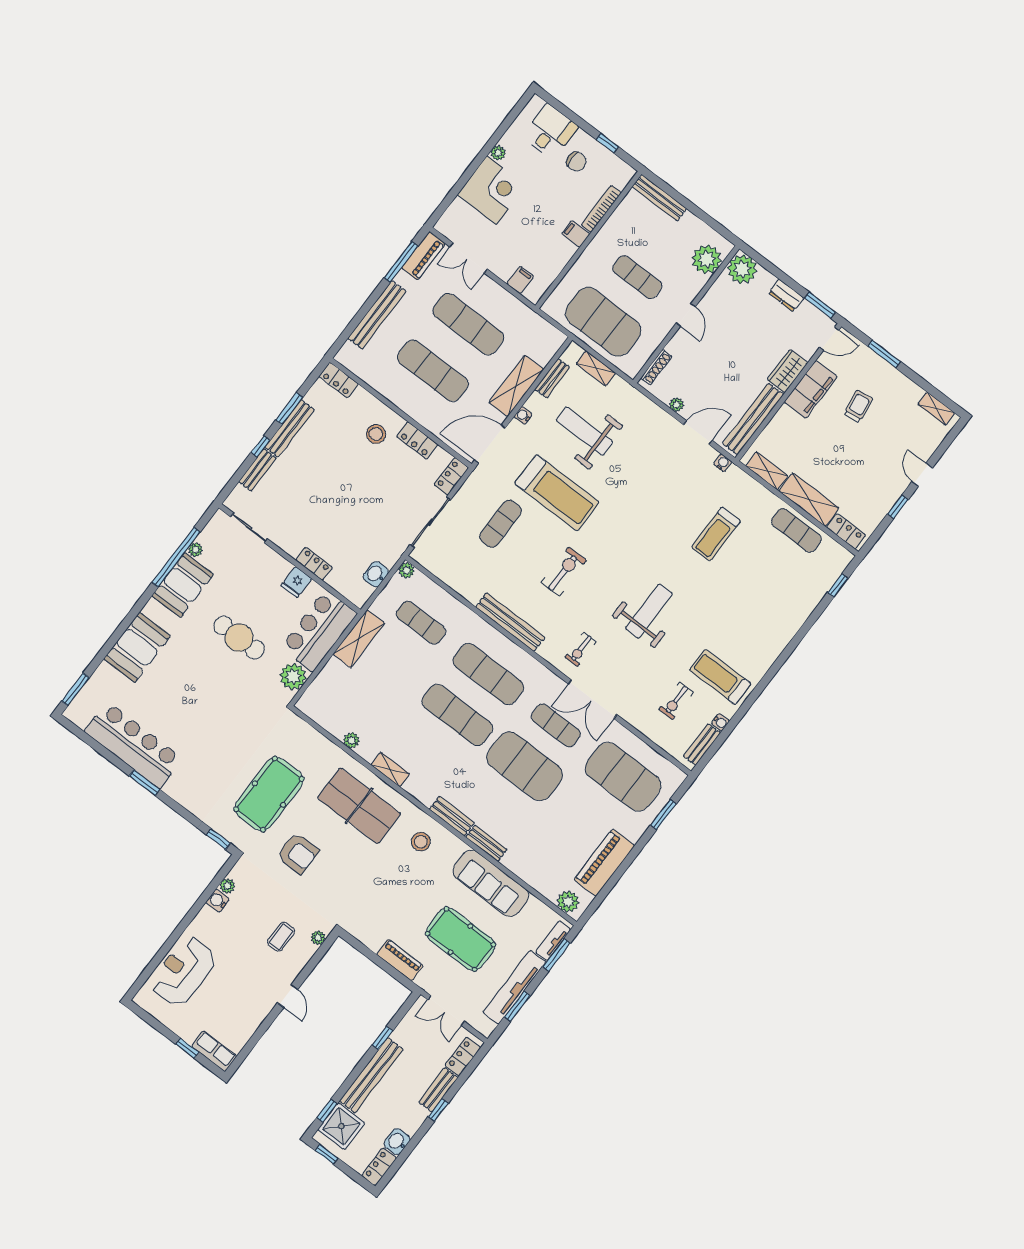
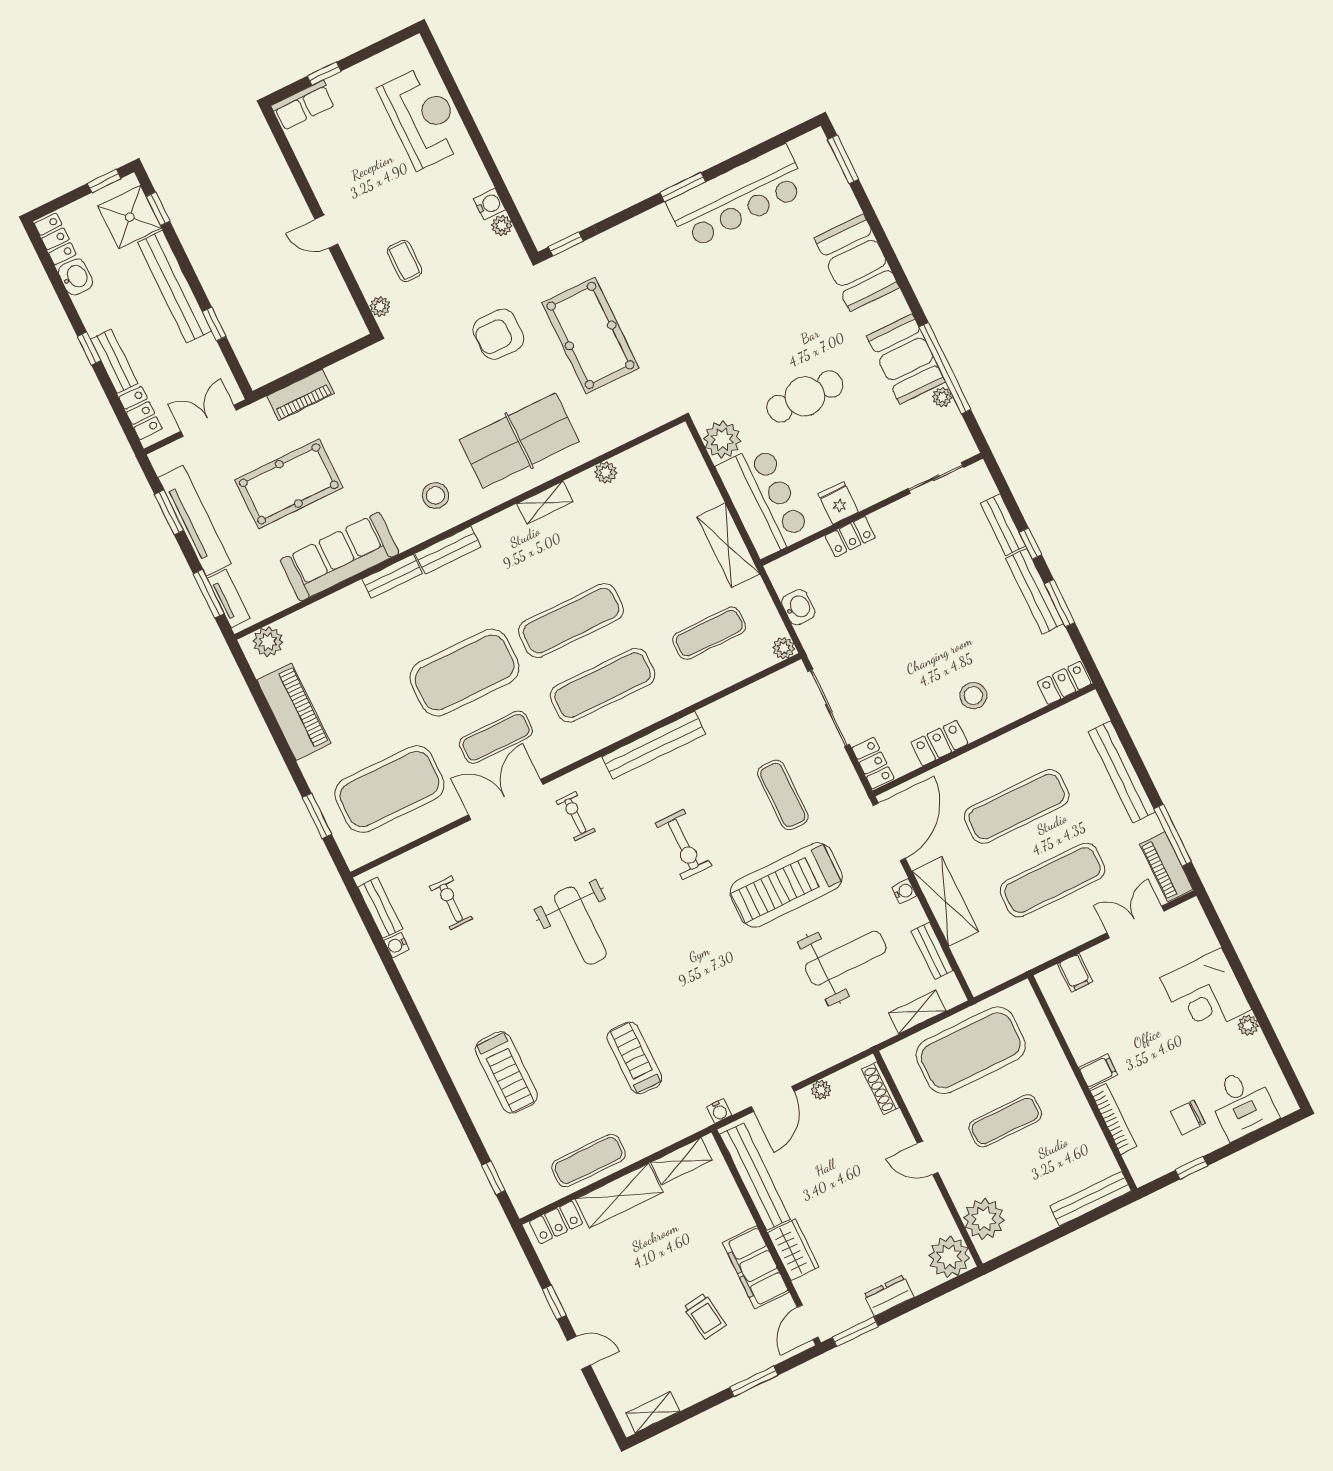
treadmill: (720, 677) -> (506, 1072), moved, turned 90

